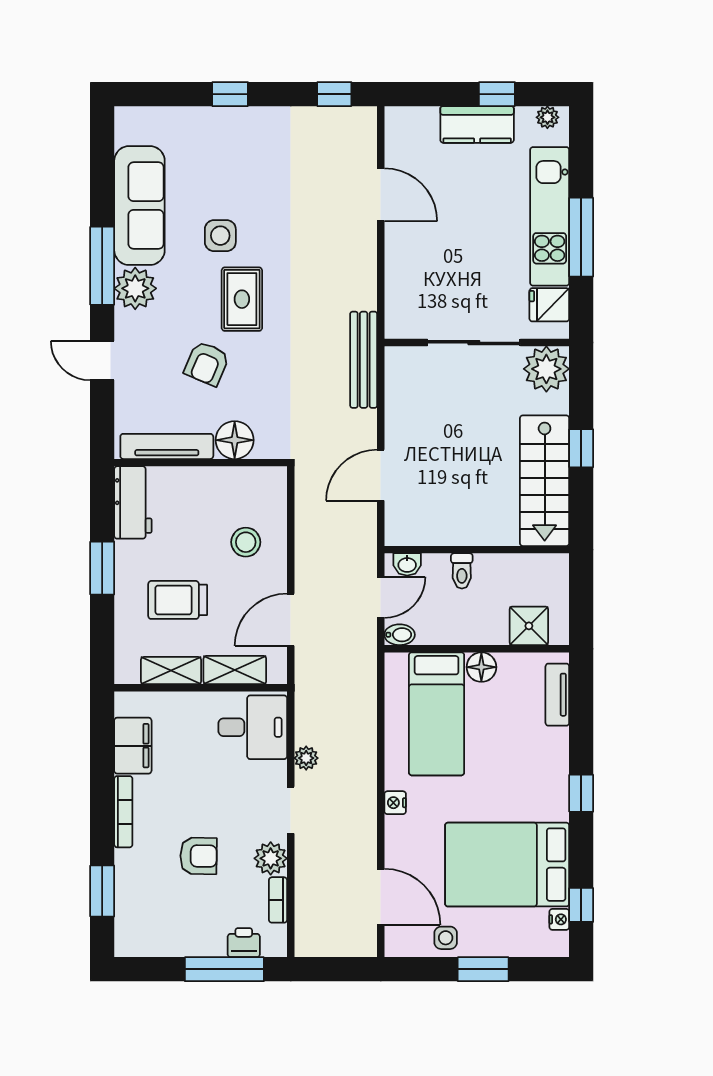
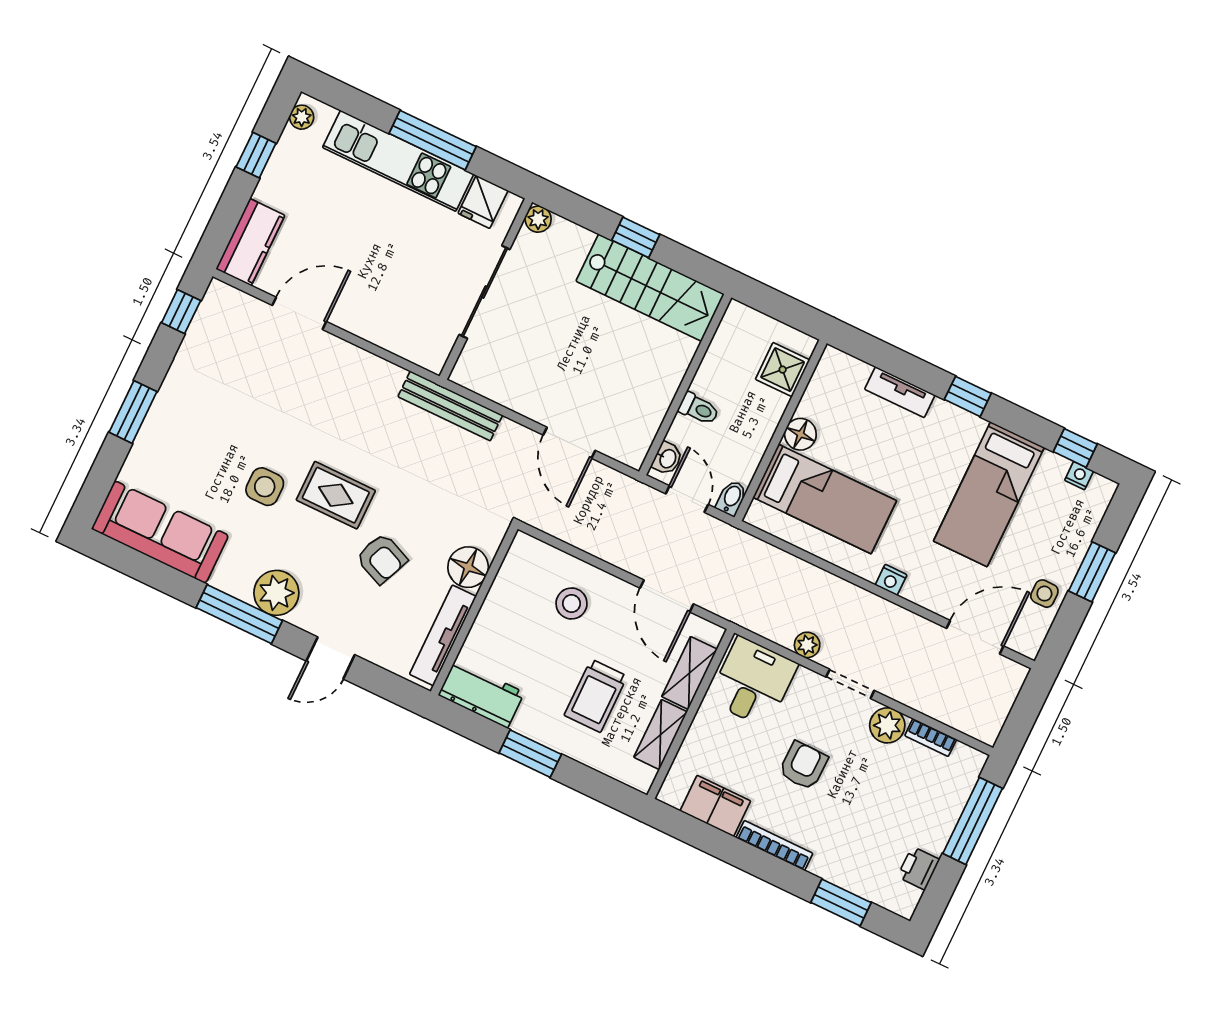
window: (230, 94) -> (133, 412), width x1.50
kitchen counter: (477, 124) -> (250, 242), moved
sofa: (139, 206) -> (160, 532), moved
plant: (546, 369) -> (538, 219), width x0.53, depth x0.53
tv unit: (557, 695) -> (900, 392), moved
armchair: (199, 856) -> (803, 766), moved
bed: (507, 865) -> (989, 494), width x0.67
printer: (244, 943) -> (919, 868), moved

